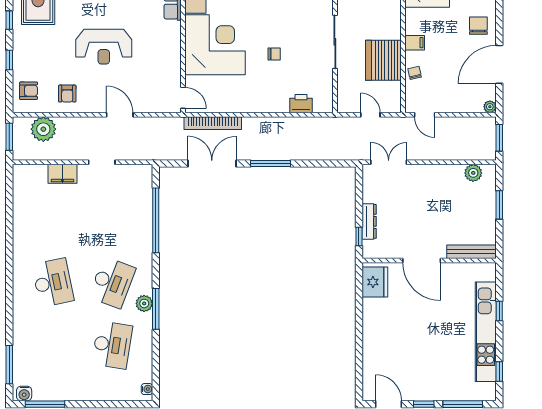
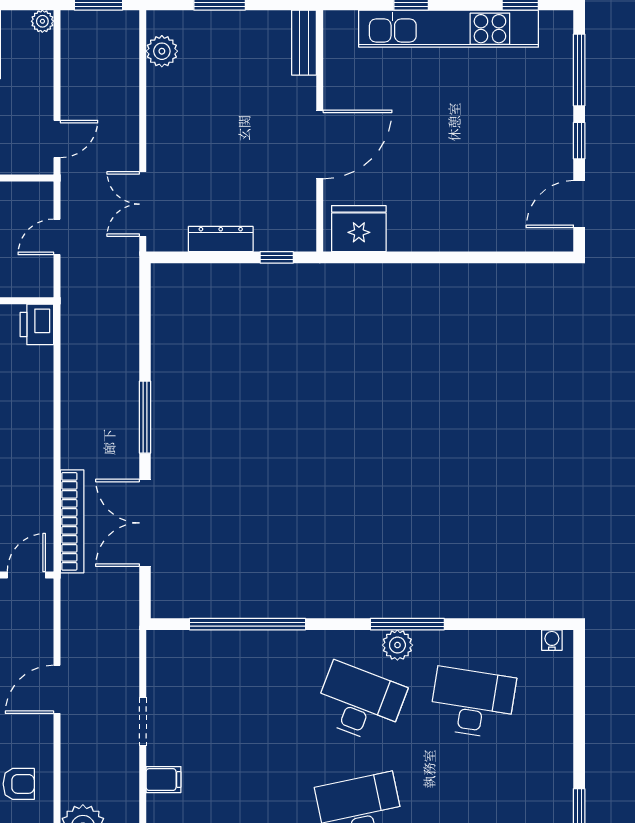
printer: (301, 104) -> (37, 324), moved
filing cabinet: (62, 174) -> (164, 780), width x0.50
dresser: (369, 221) -> (221, 239), moved
bench: (471, 252) -> (304, 43), width x0.73

